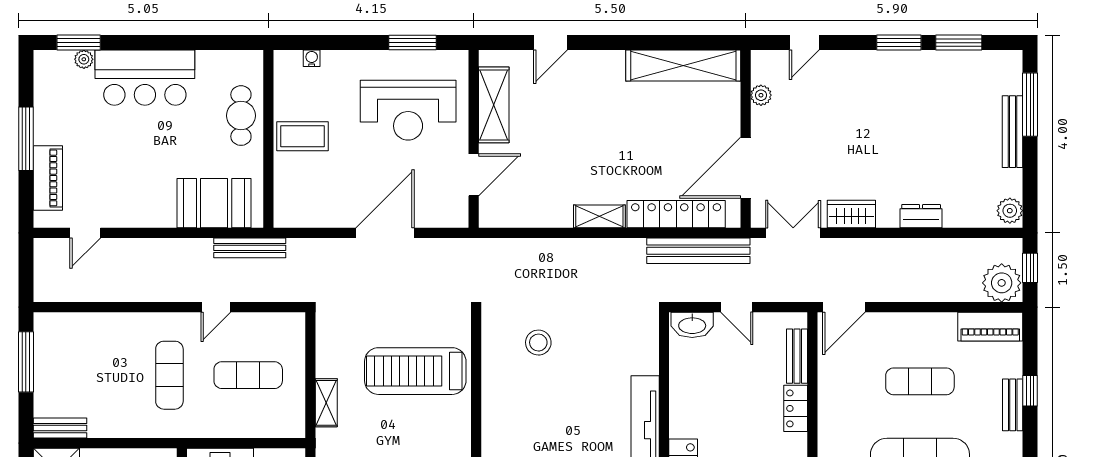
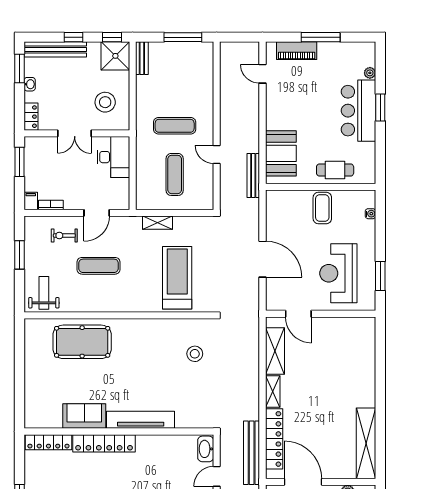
window: (79, 43) -> (380, 107), moved
door: (550, 43) -> (380, 361), removed
shelving: (494, 105) -> (275, 351), moved, turned 90

